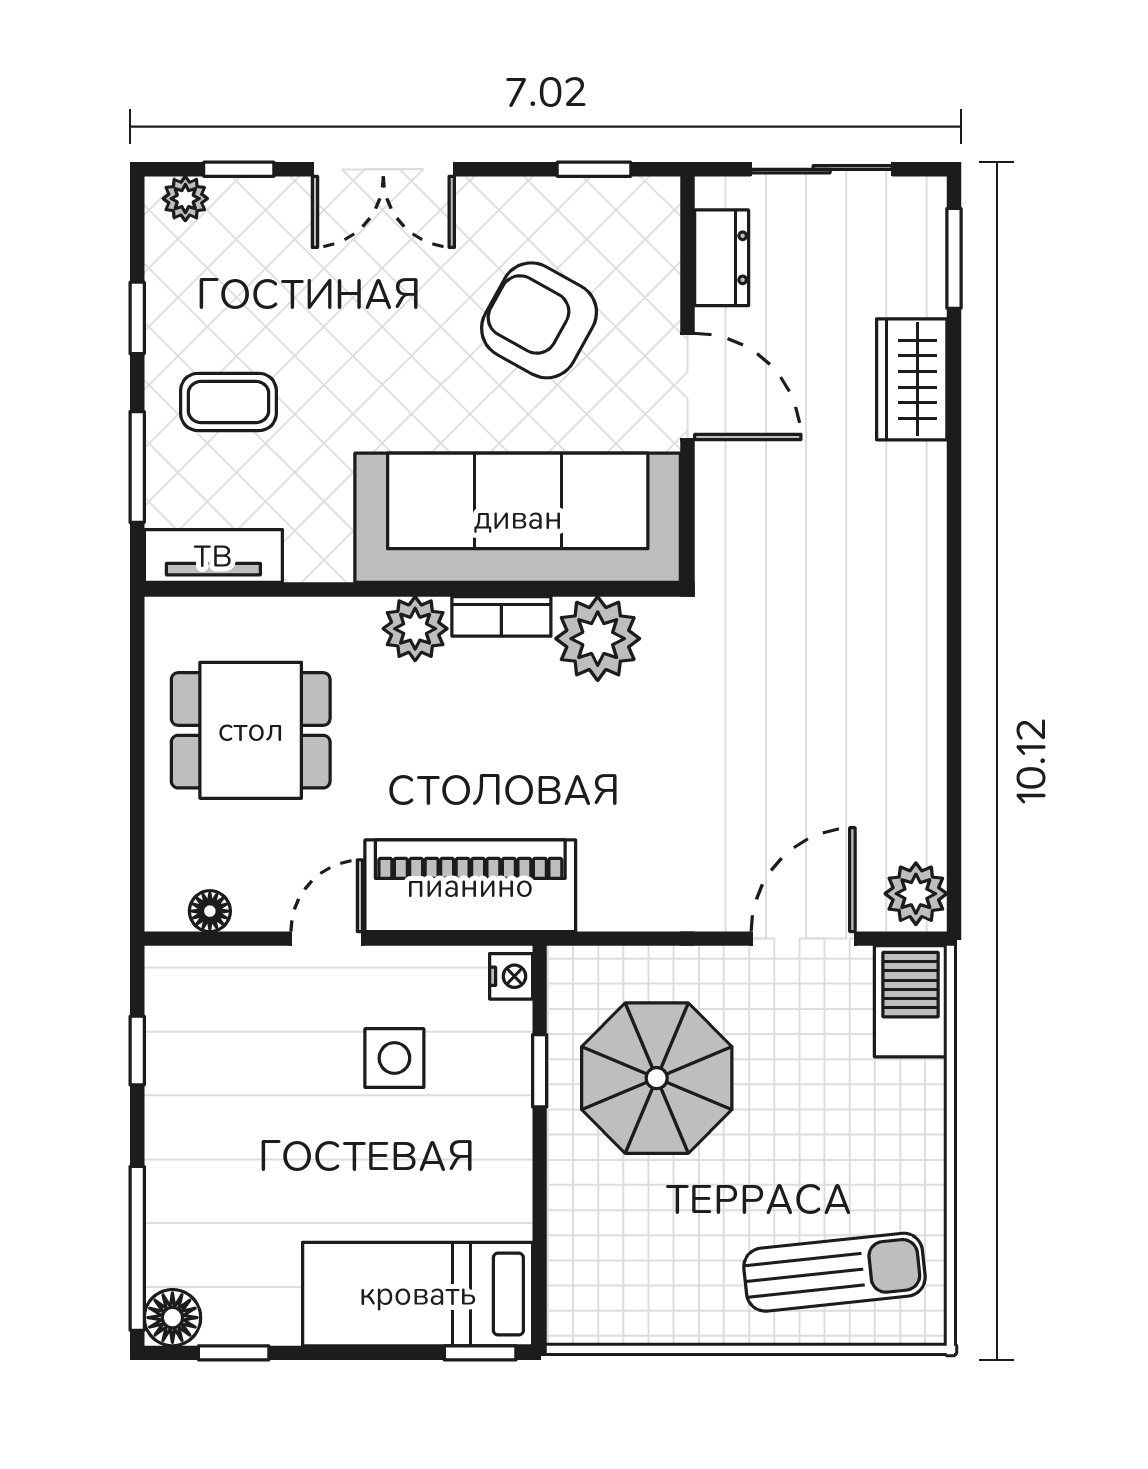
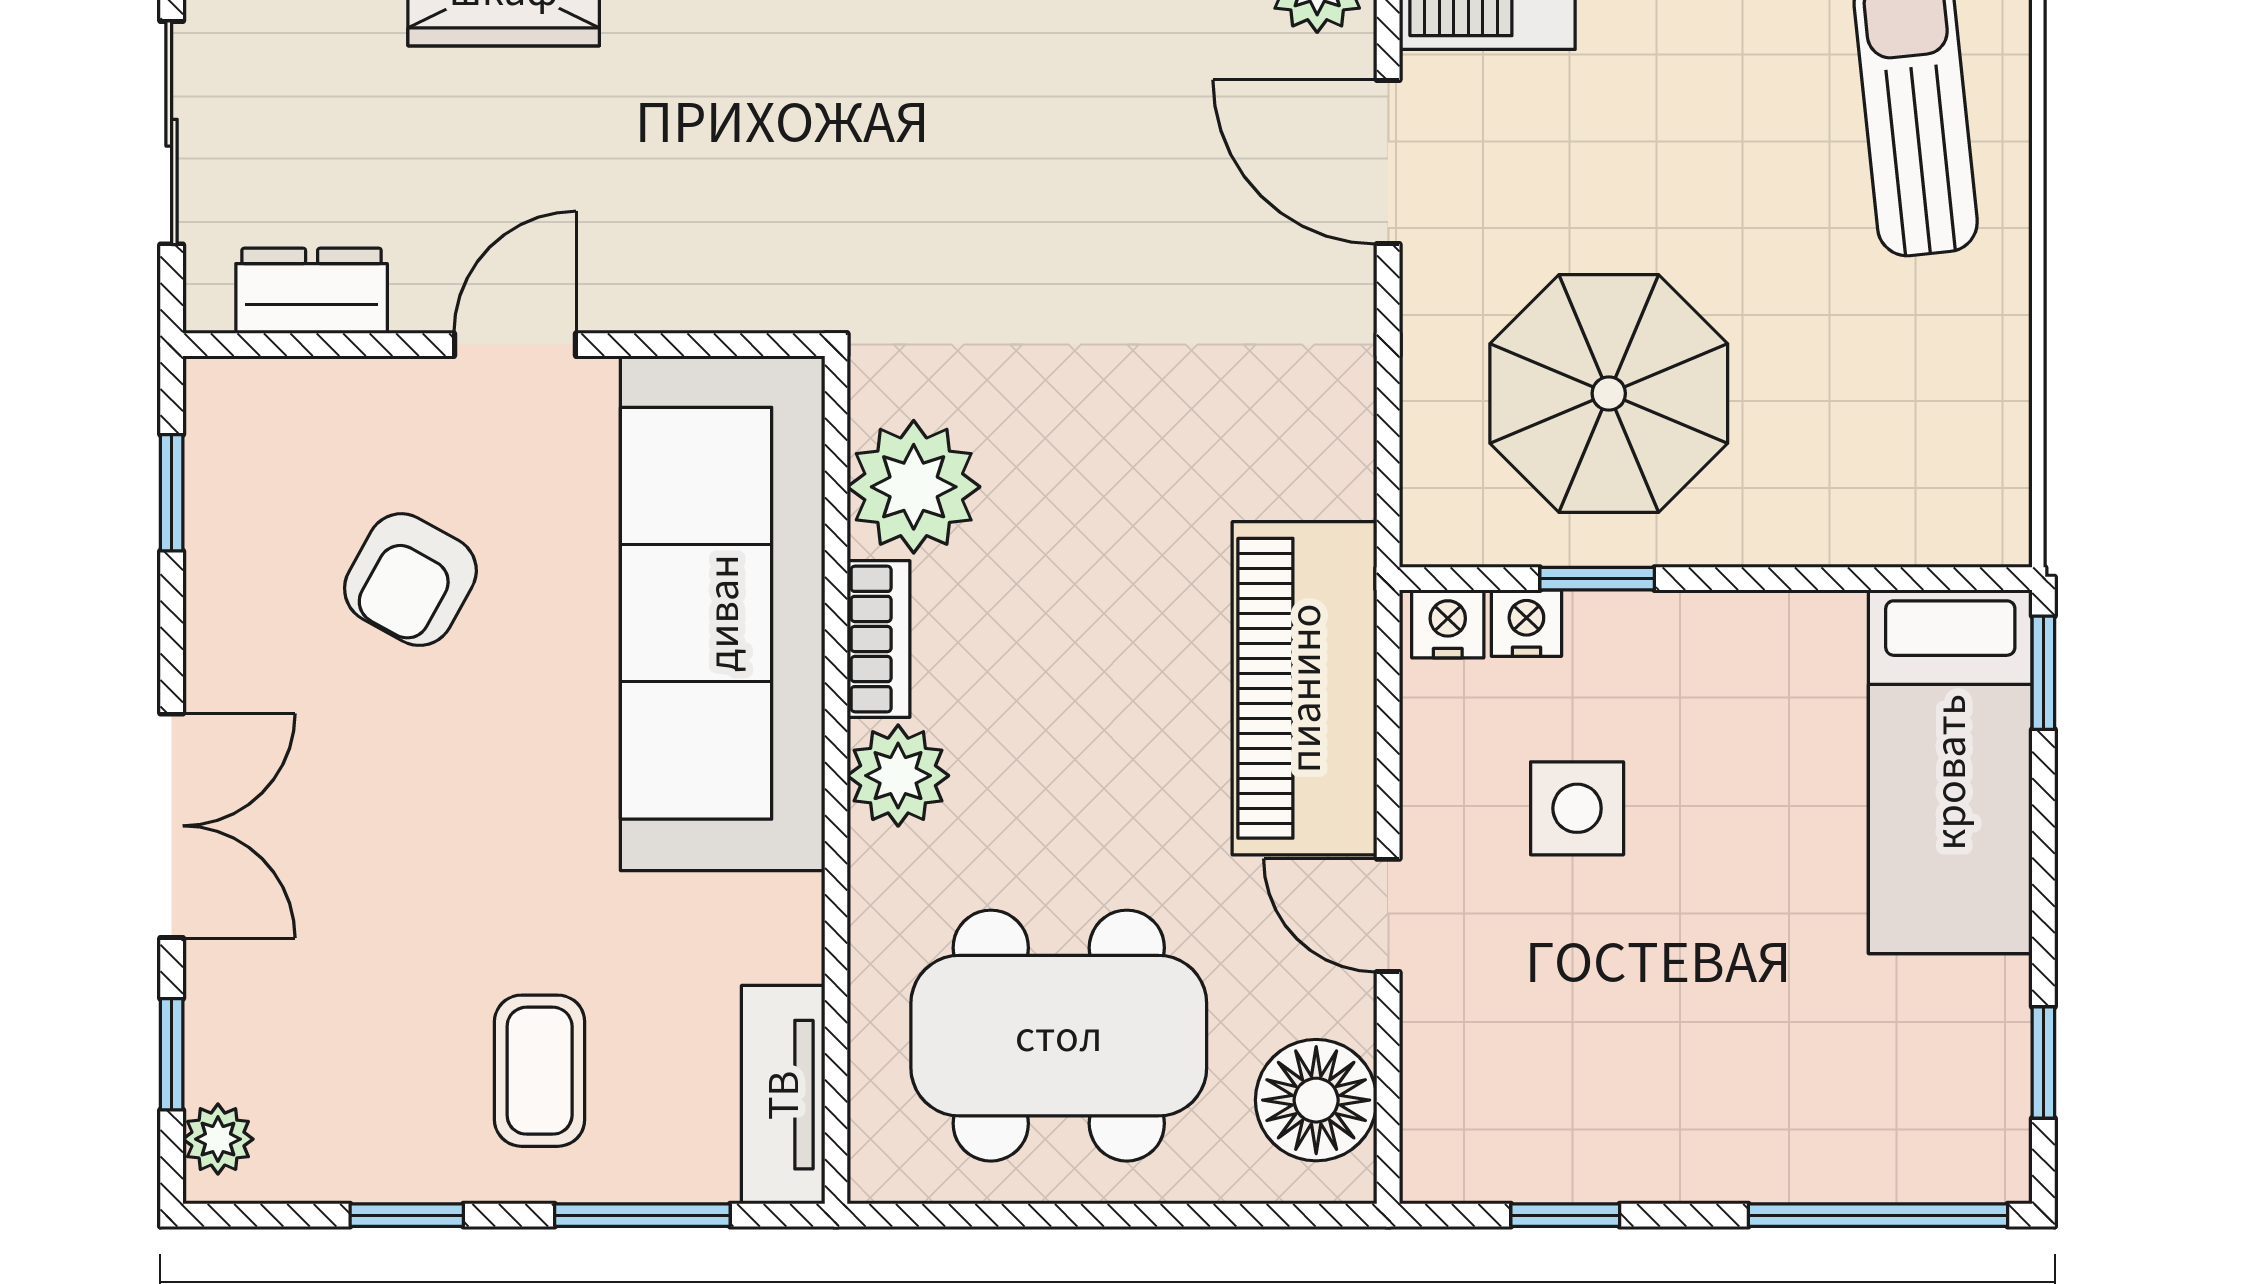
armchair: (539, 320) -> (410, 580), width x0.72, depth x0.72
door: (688, 386) -> (515, 345), width x0.73
dining table: (251, 730) -> (1059, 1036), width x1.38
floor lamp: (210, 911) -> (1316, 1100), width x1.89, depth x1.89
nightstand: (512, 1026) -> (1526, 623), added
floor lamp: (172, 1318) -> (1988, 1159), removed

